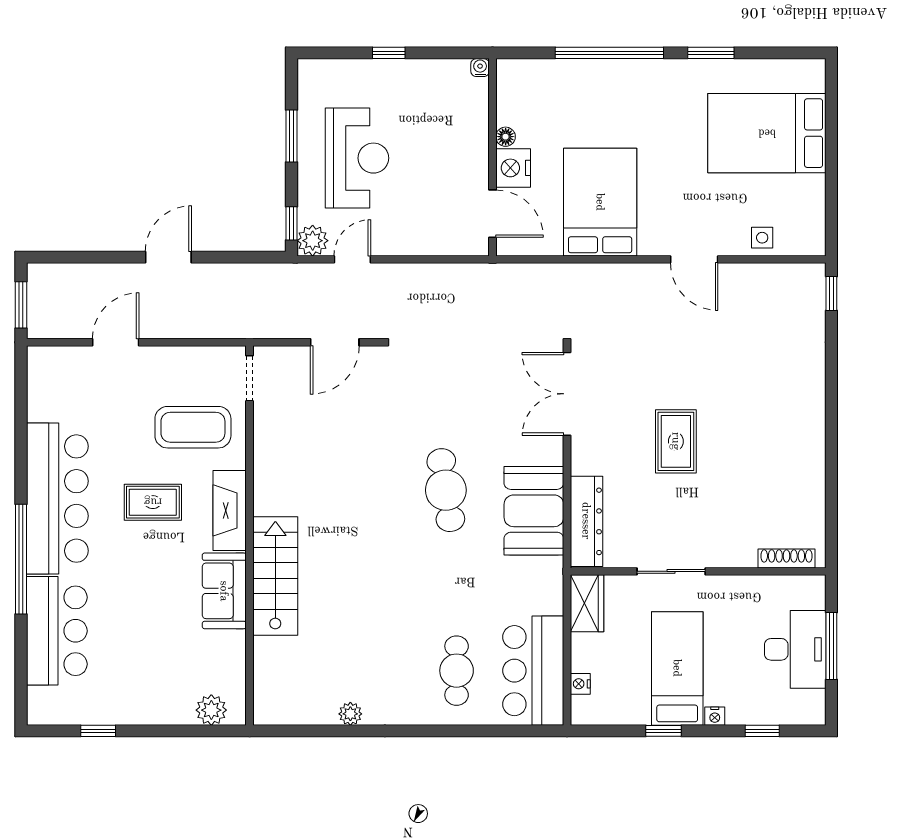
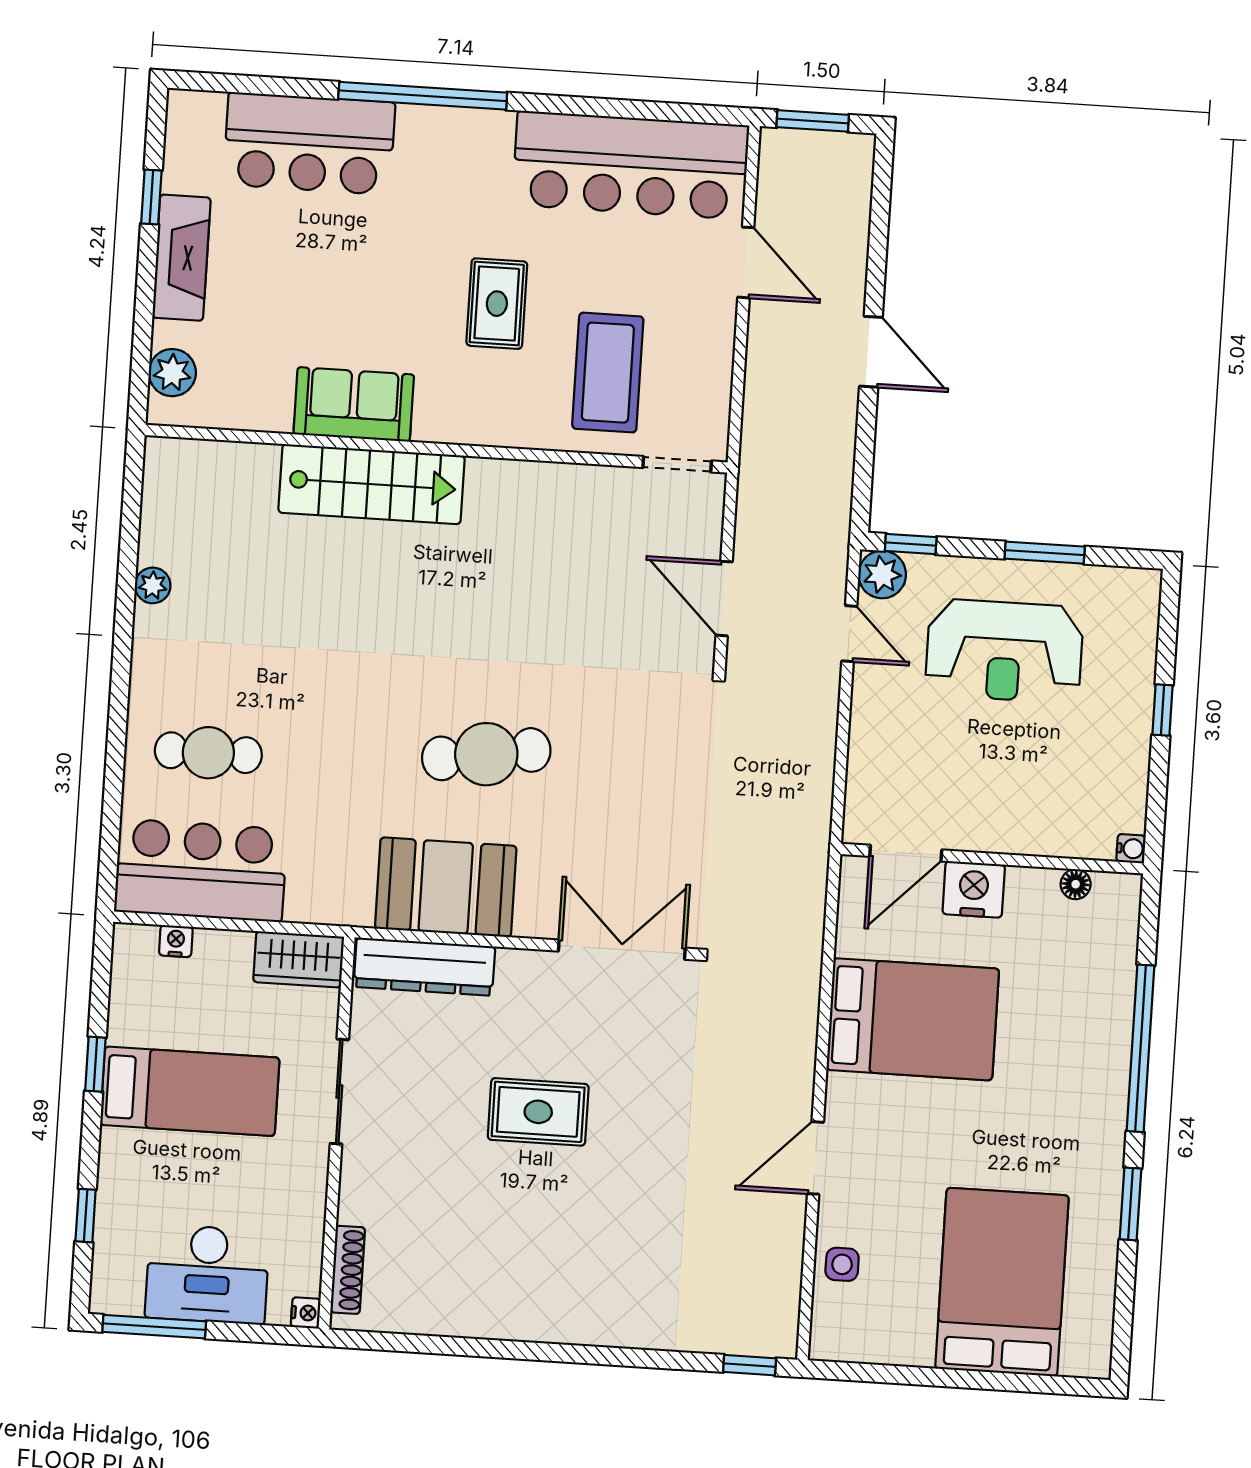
floor lamp: (506, 137) -> (1076, 884), moved
bar counter: (57, 499) -> (631, 165), moved
fireplace: (230, 510) -> (181, 258), moved, turned 90
window: (831, 646) -> (154, 1327), moved
nightstand: (715, 716) -> (306, 1313), moved, turned 180

